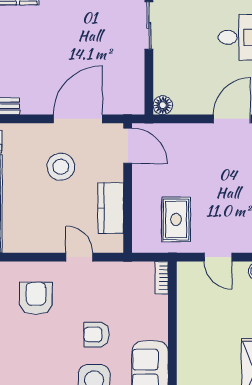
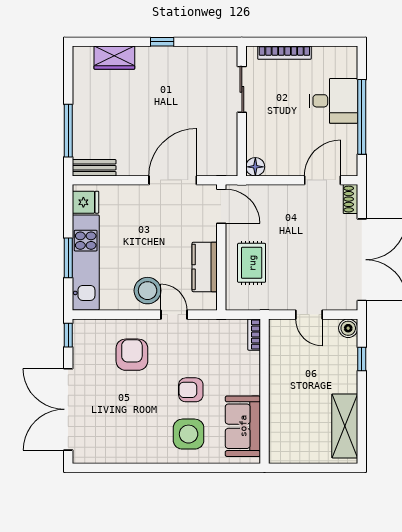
stool: (61, 167) -> (148, 291), moved
rug: (176, 219) -> (252, 263), moved

